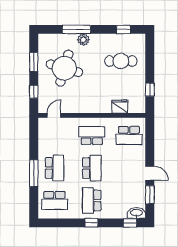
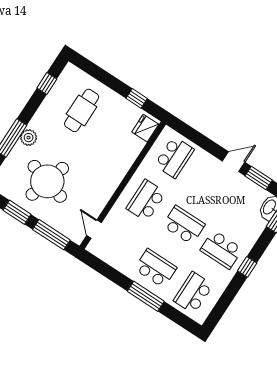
window: (34, 92) -> (51, 235), width x2.17
fridge: (120, 107) -> (145, 128), moved
school desk: (55, 200) -> (193, 293), turned 180

